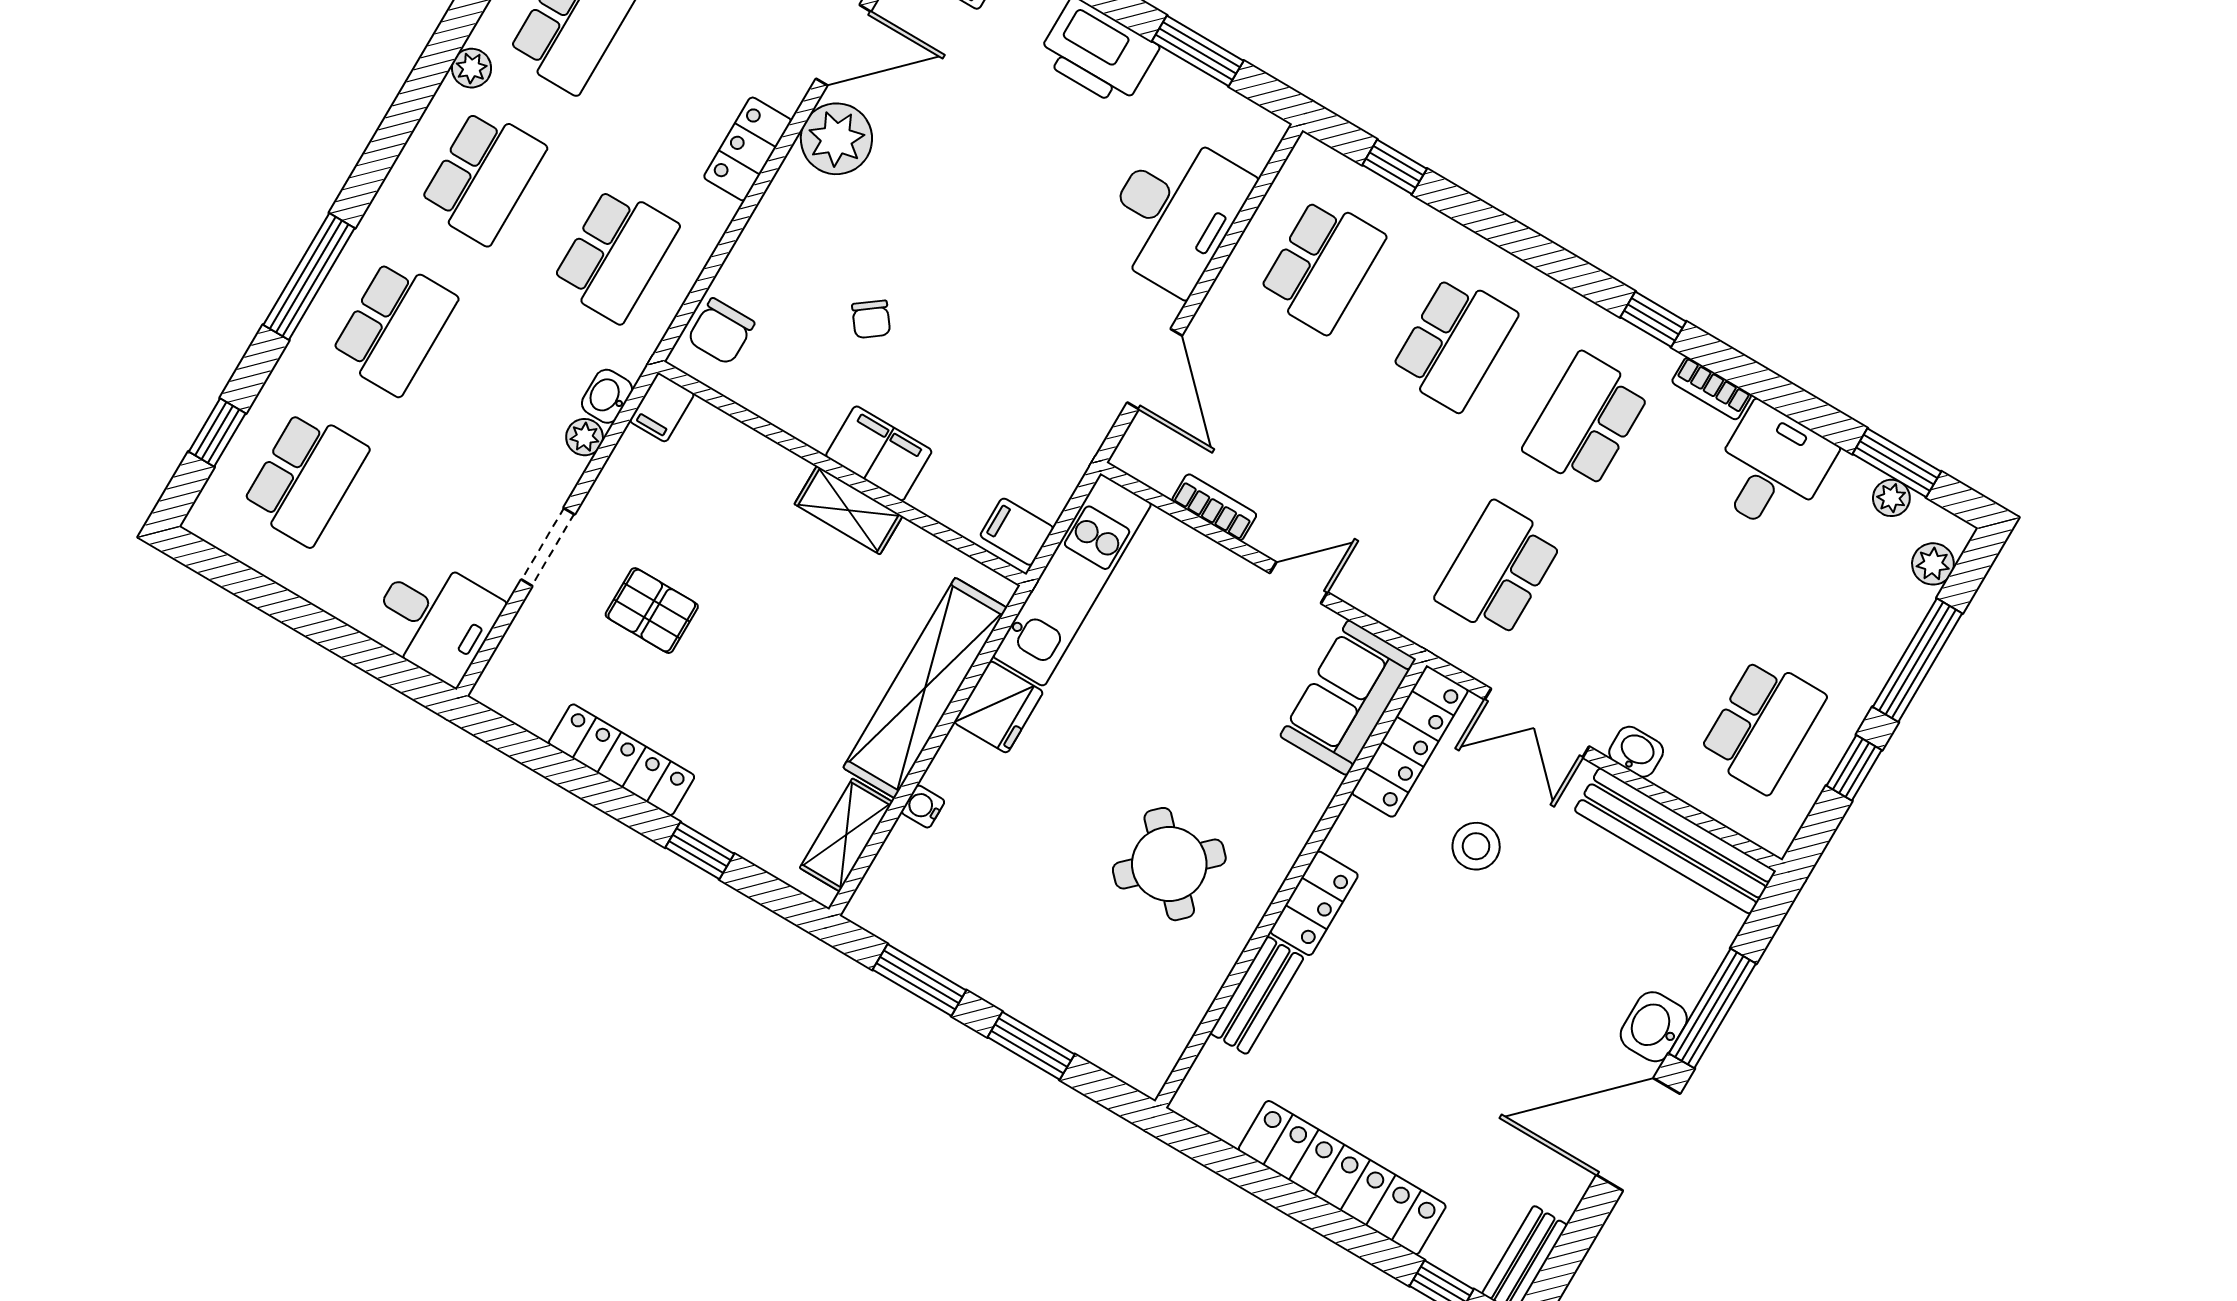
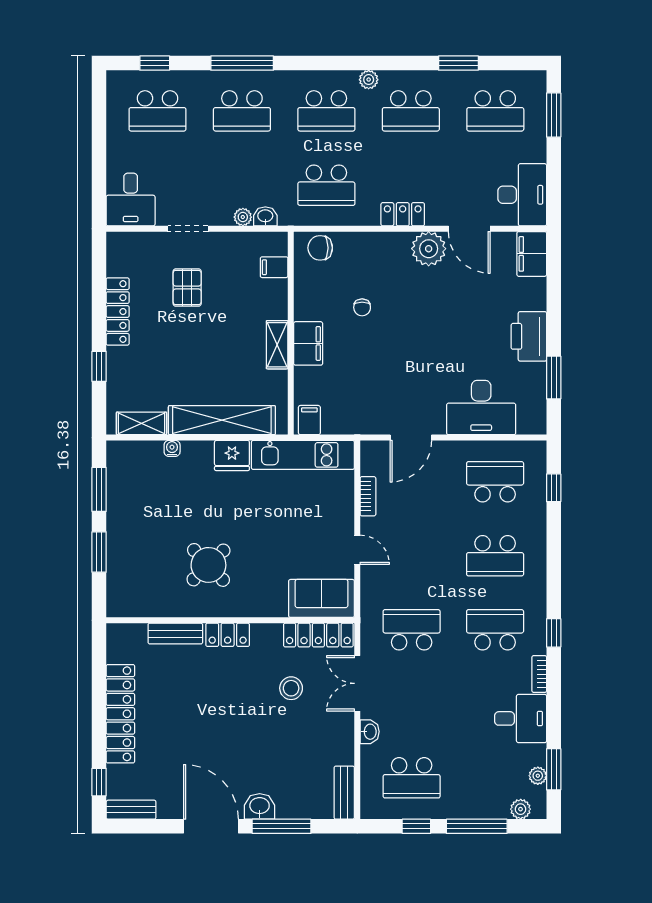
school desk: (1322, 265) -> (495, 482), turned 180
chair: (871, 319) -> (362, 307), turned -53
filing cabinet: (662, 407) -> (274, 267), moved
bench: (1675, 841) -> (344, 793), width x0.54, depth x0.82

